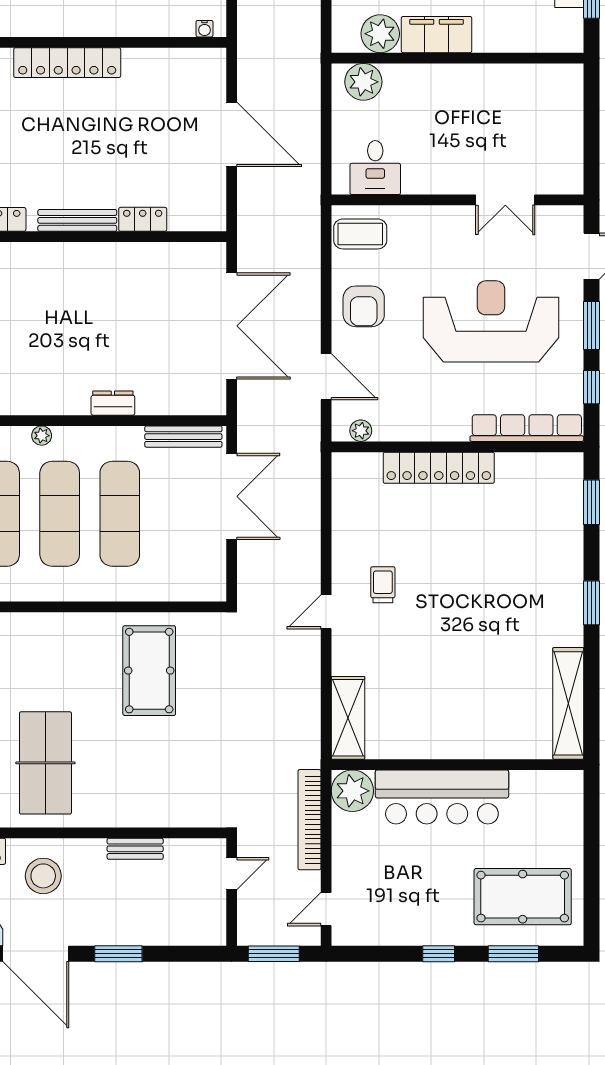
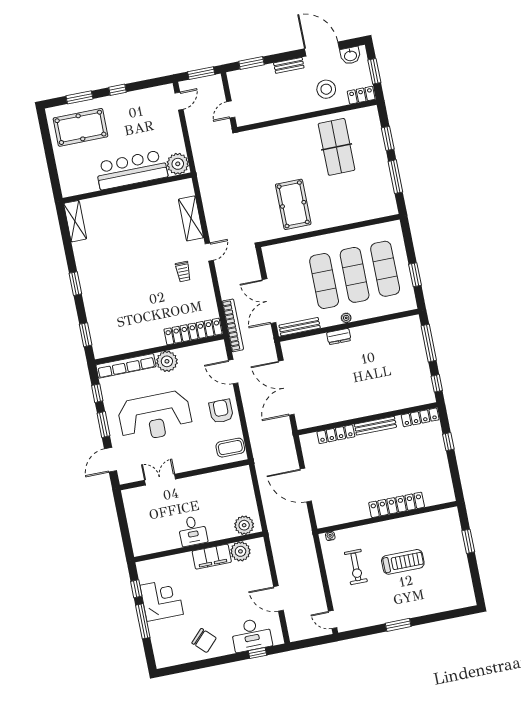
desk: (375, 168) -> (193, 531), moved, turned 180
locker: (143, 219) -> (336, 434), width x1.53
plant: (361, 431) -> (167, 361), moved, width x1.88, depth x1.88
plant: (42, 436) -> (346, 318), moved
locker: (439, 468) -> (193, 331), moved
shelving: (568, 703) -> (75, 221), width x0.68
shelving: (348, 718) -> (191, 218), moved
bookcase: (309, 820) -> (233, 325), moved
bench: (135, 849) -> (289, 65), moved
window: (118, 954) -> (251, 63), moved

